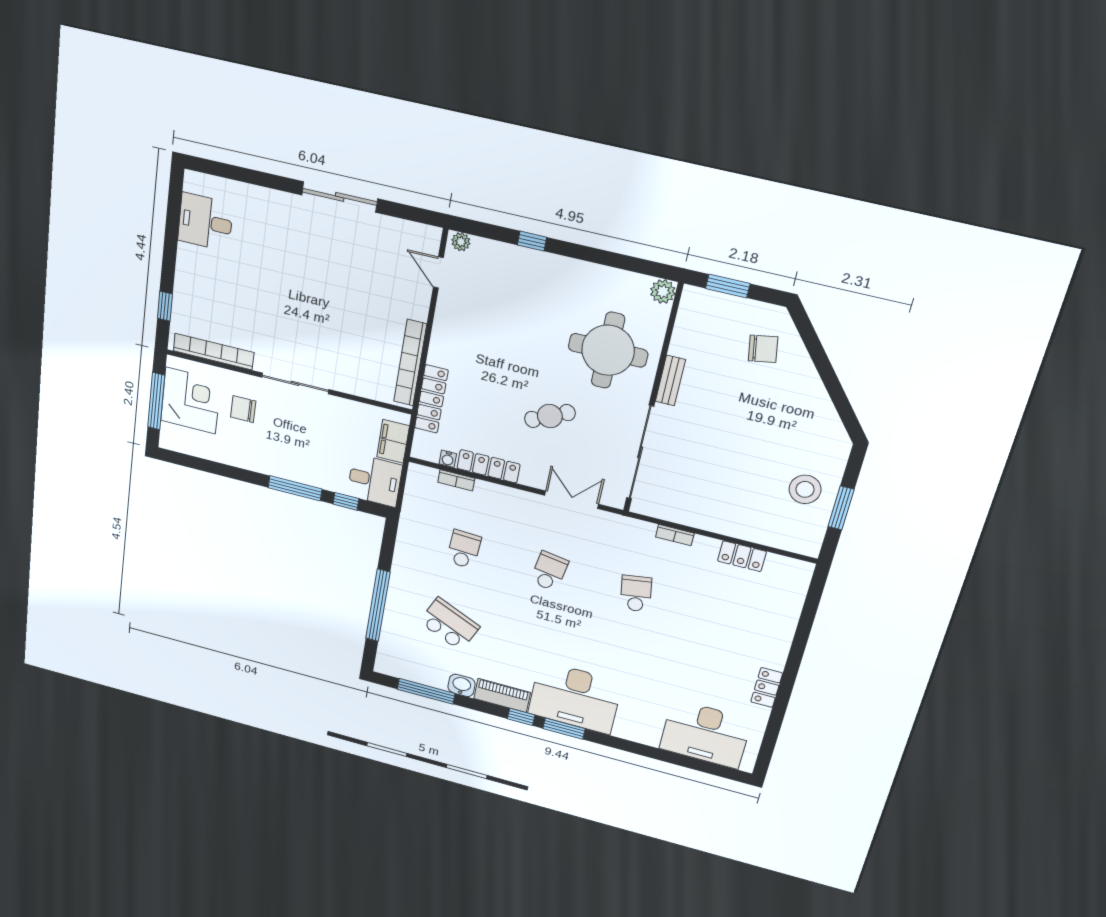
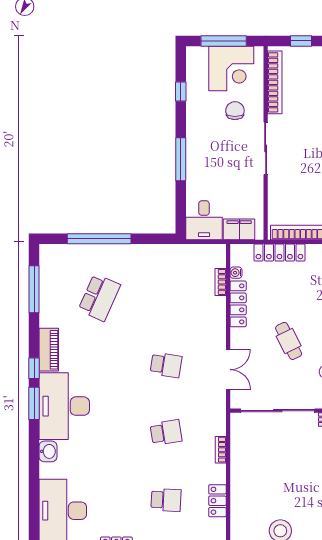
window: (346, 501) -> (181, 92), moved
school desk: (464, 549) -> (166, 500), moved
washbasin: (462, 685) -> (48, 451), moved

